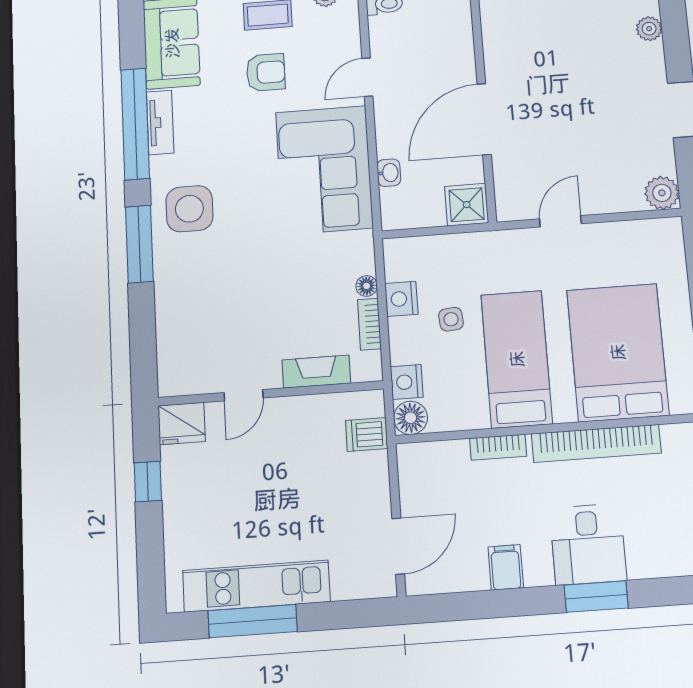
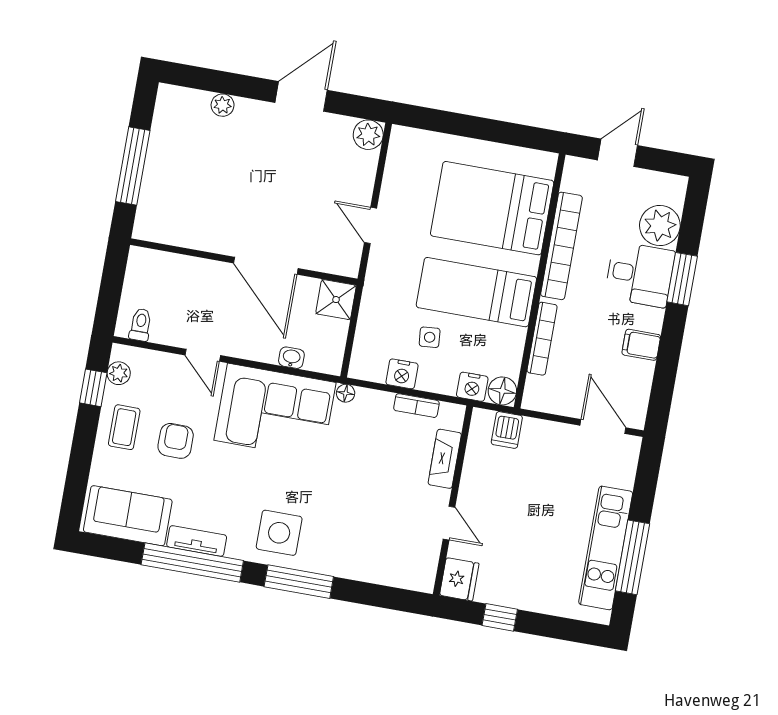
floor lamp: (367, 286) -> (346, 393), moved
bookcase: (498, 447) -> (542, 339), width x1.56
plant: (652, 554) -> (660, 226), added

